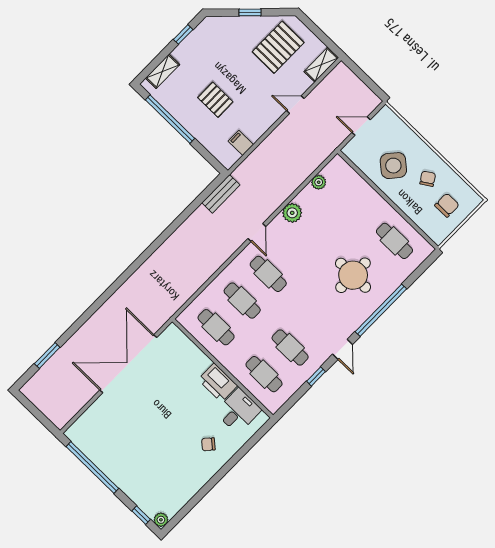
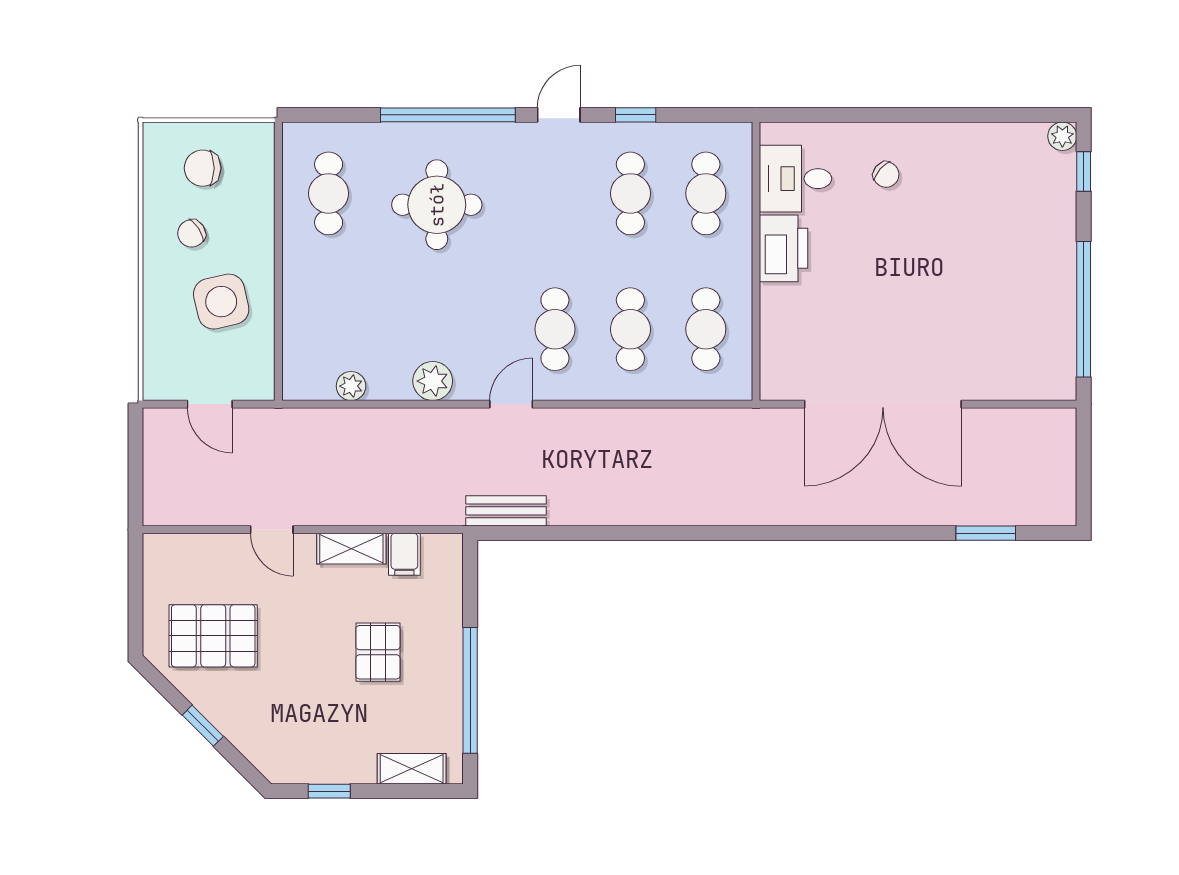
shelving: (321, 65) -> (351, 549), moved
side table: (393, 166) -> (221, 302), turned 37

